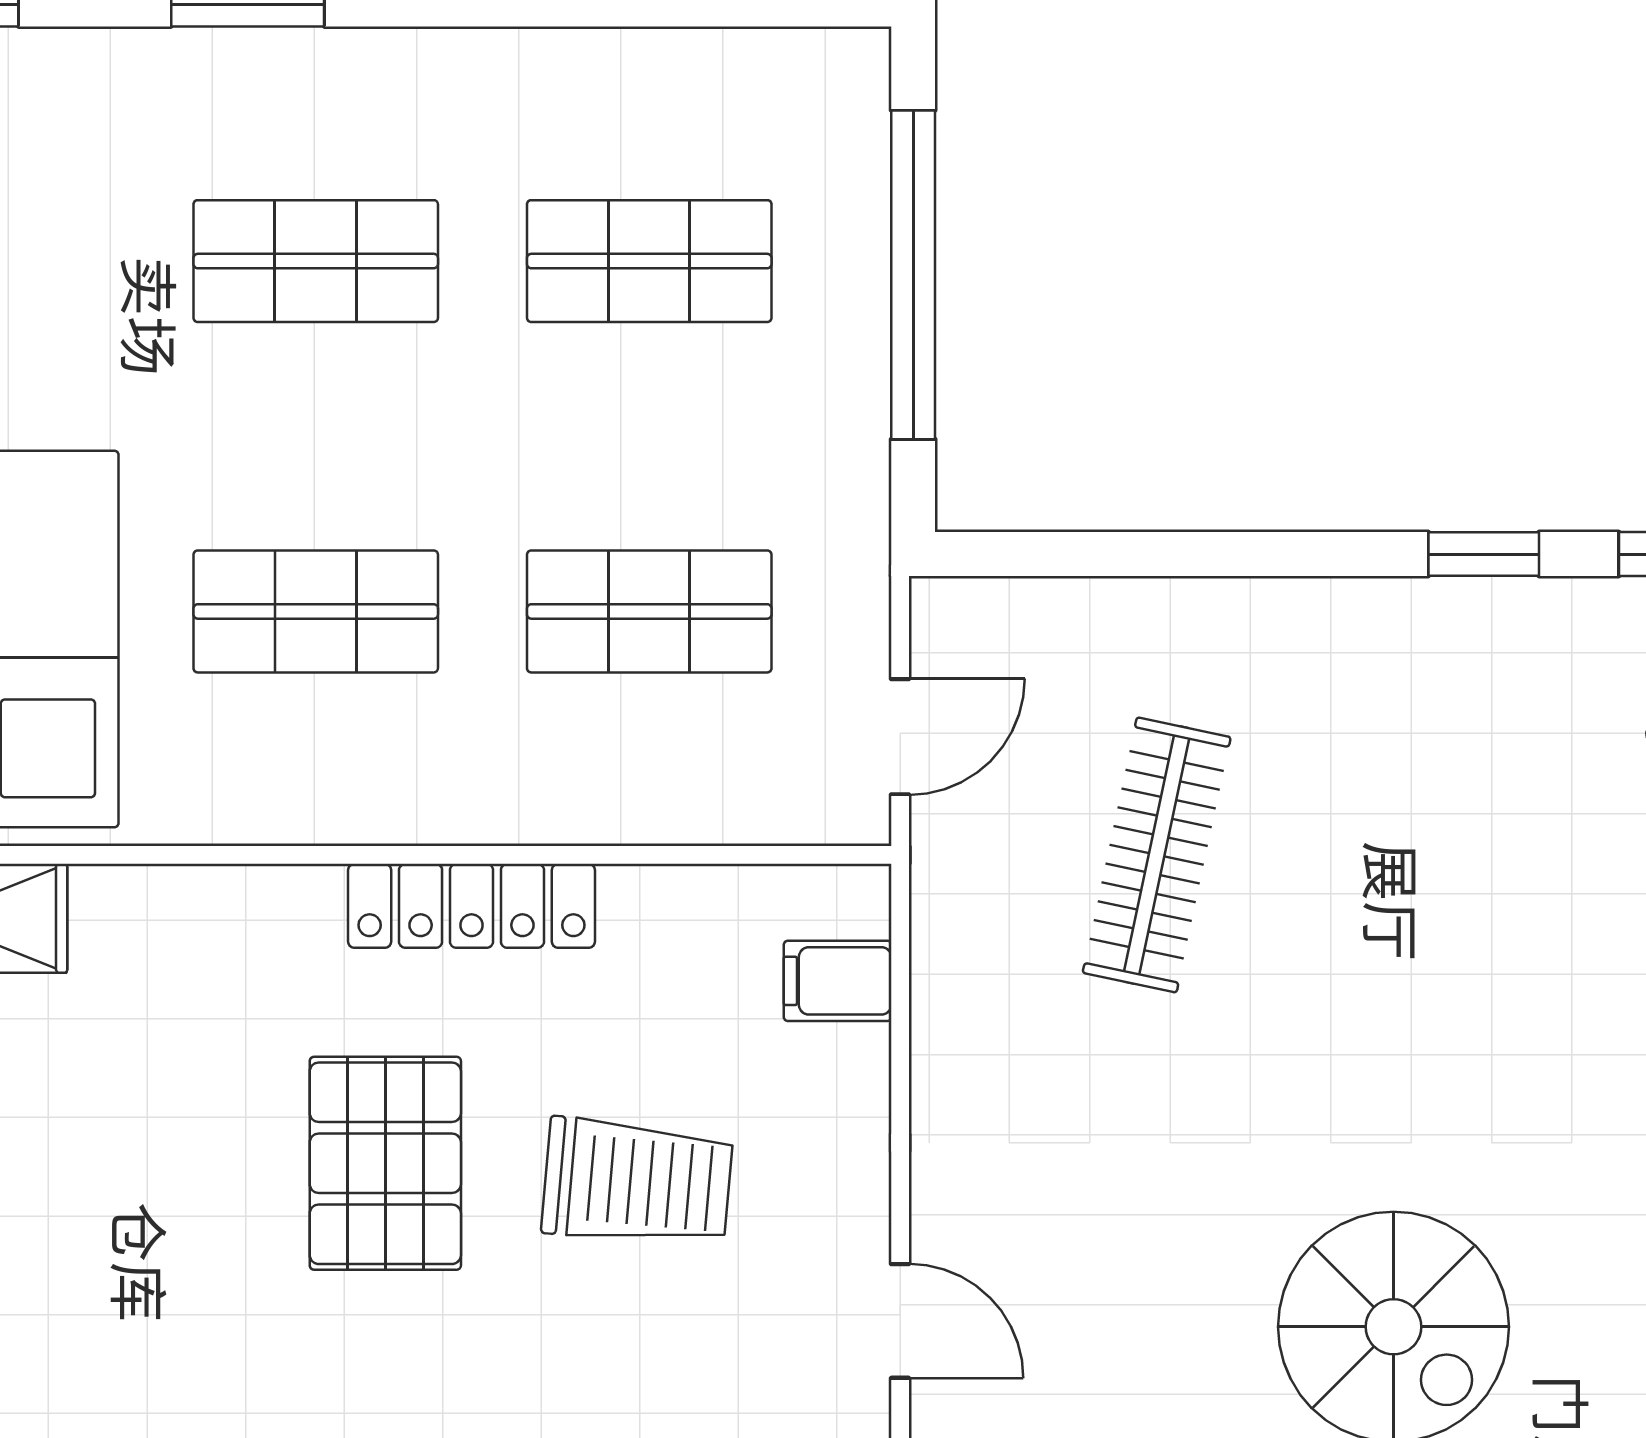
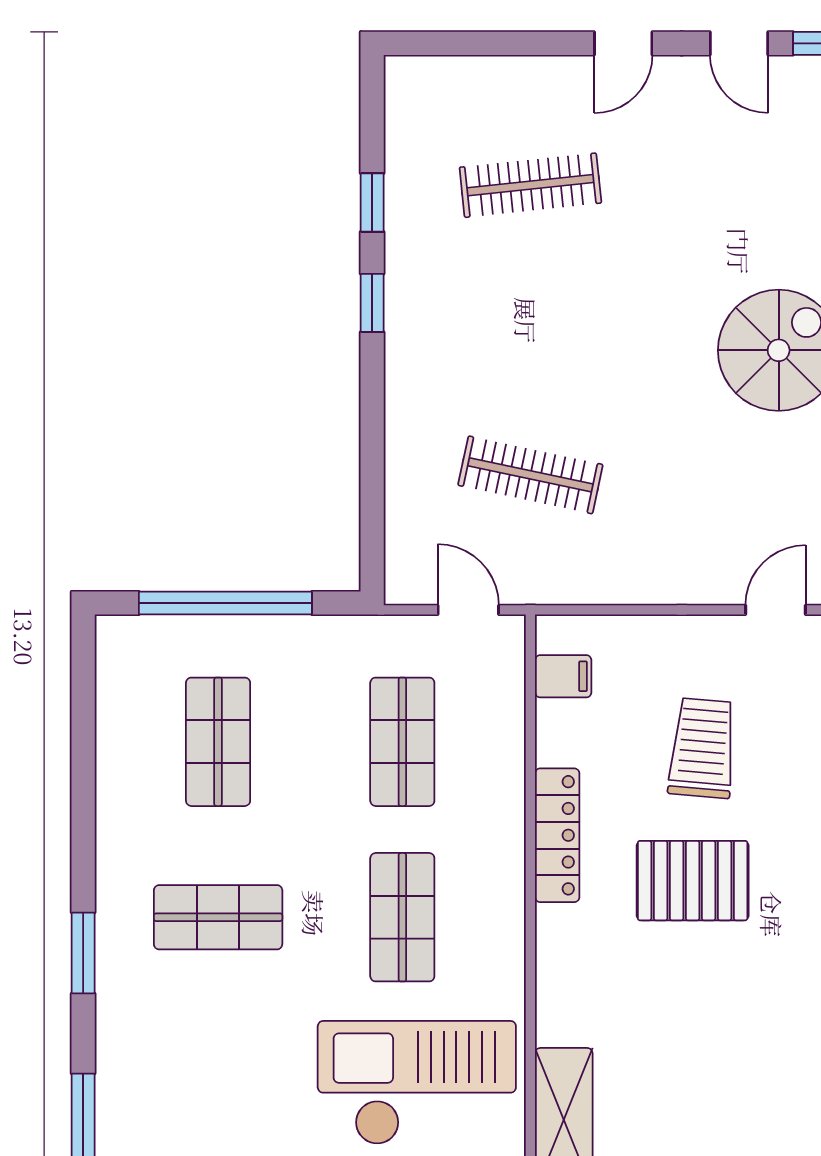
shop shelf: (316, 261) -> (218, 917), turned 90
filing cabinet: (838, 981) -> (563, 676), moved, turned -90

